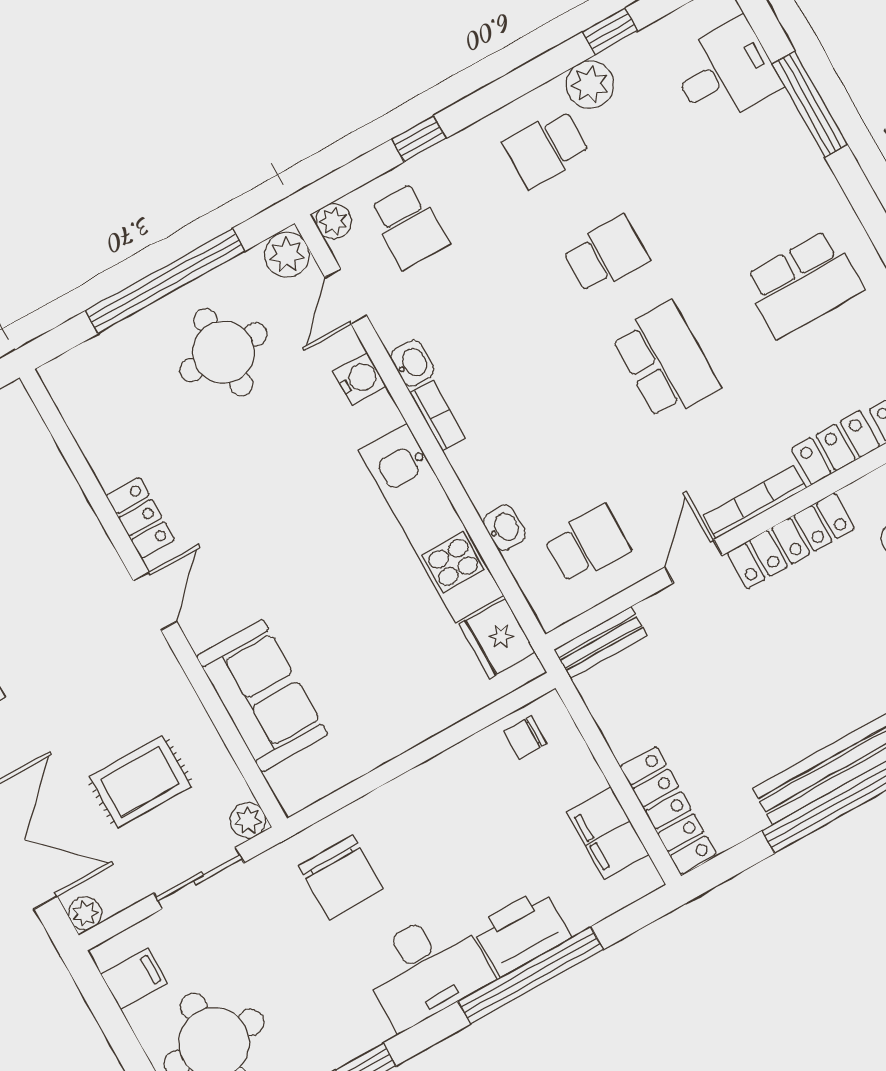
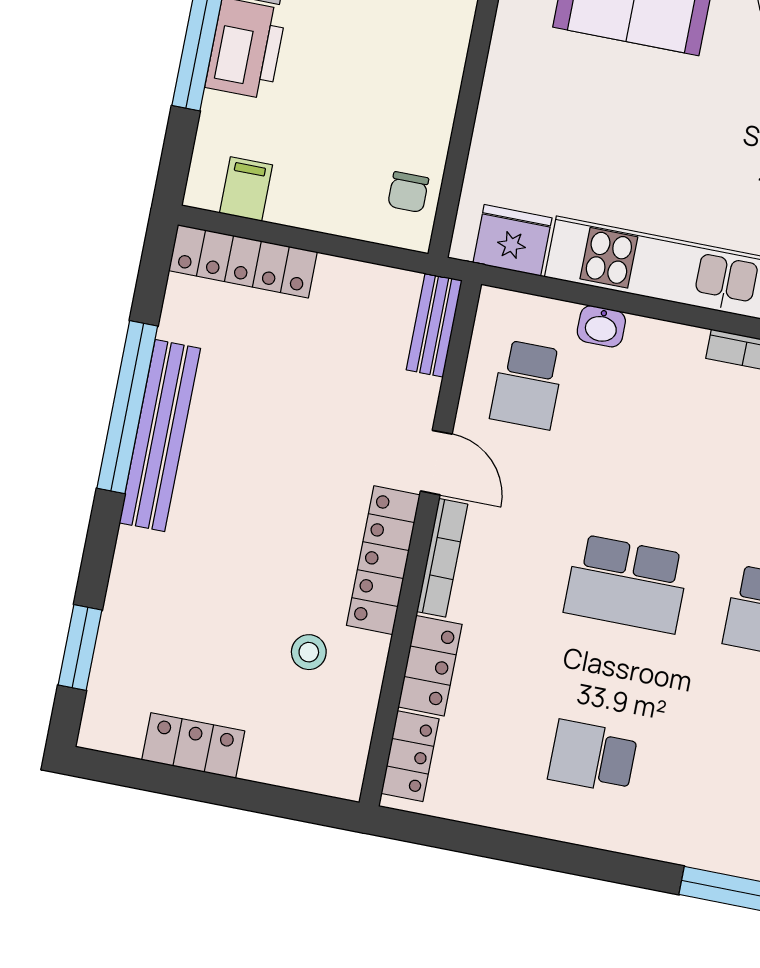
school desk: (803, 284) -> (593, 757), width x0.54
chair: (525, 738) -> (408, 192), turned 180
filing cabinet: (608, 833) -> (246, 189), width x0.50

